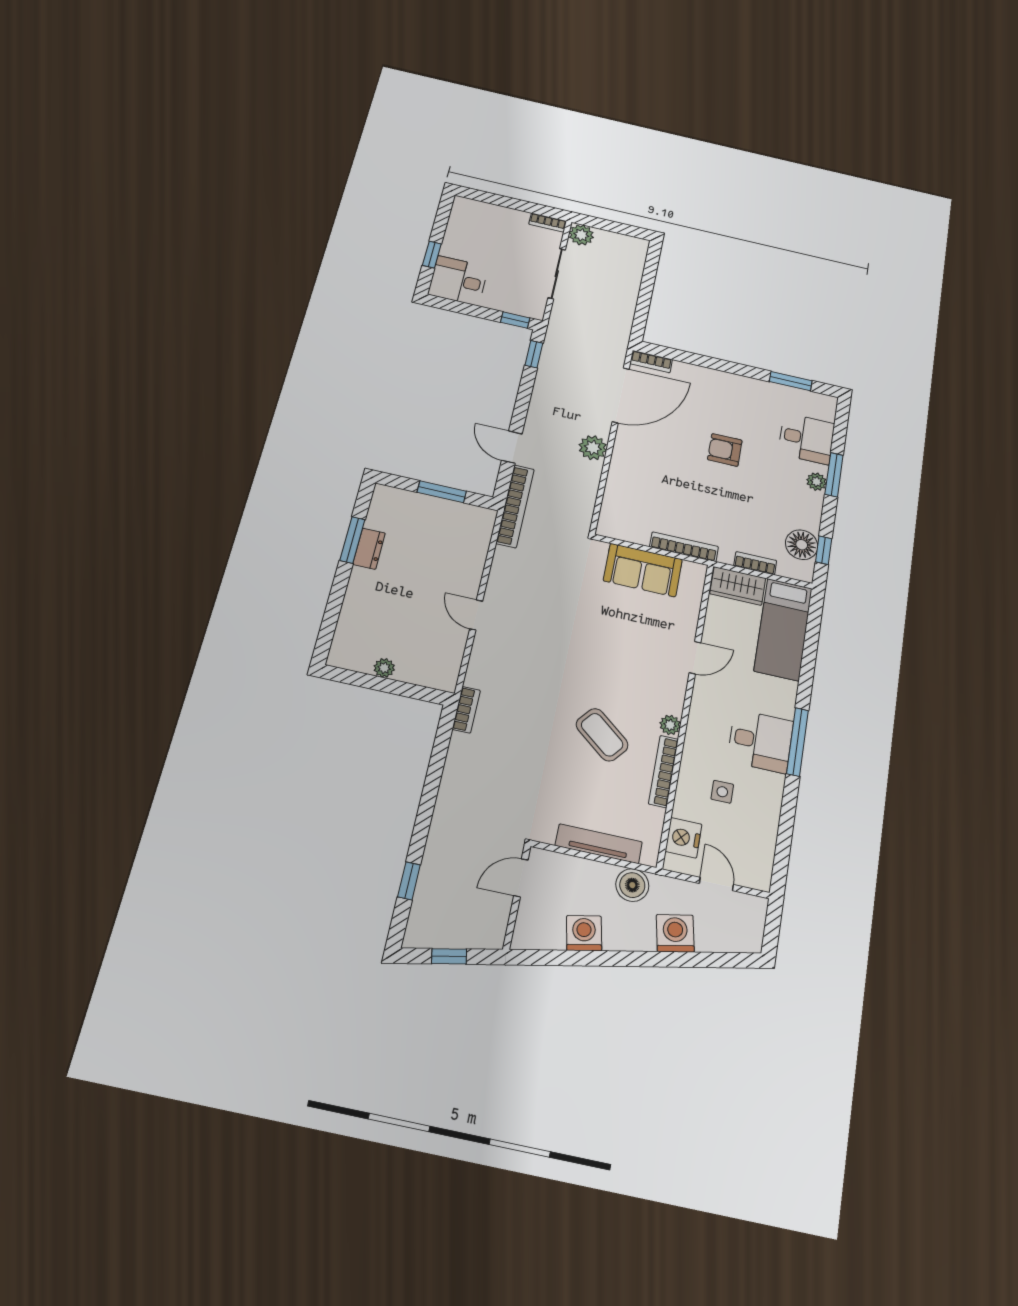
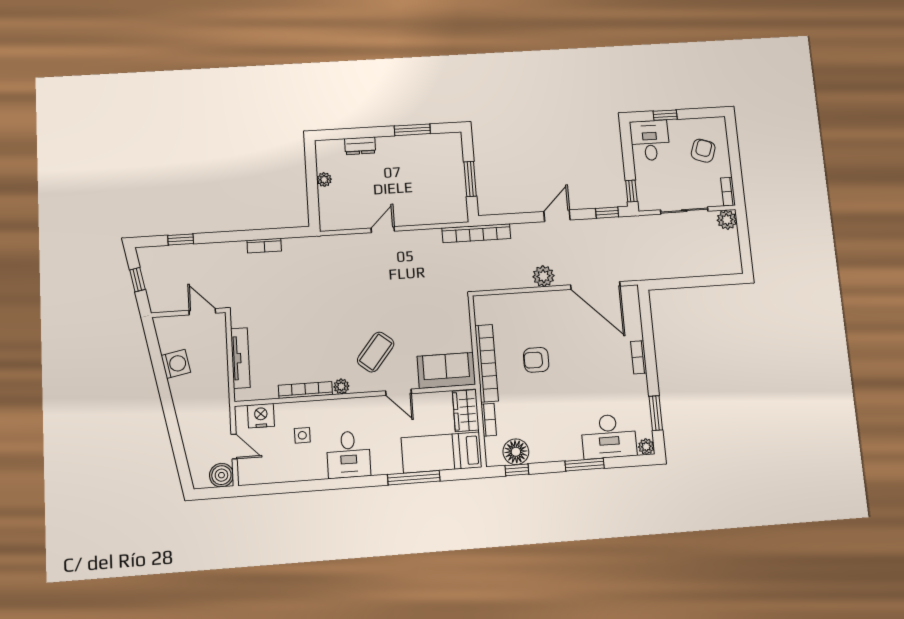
armchair: (489, 231) -> (703, 151), added
bookcase: (651, 362) -> (639, 357), moved
desk: (806, 439) -> (609, 436), width x1.37
door: (512, 447) -> (557, 216), moved
armchair: (725, 450) -> (536, 360), moved, turned -90
plant: (816, 482) -> (646, 447), moved
bookcase: (684, 547) -> (487, 363), width x1.48, depth x1.31
dresser: (369, 549) -> (360, 146), moved
sofa: (643, 570) -> (446, 370), moved, turned 90
bookcase: (466, 710) -> (264, 246), moved
coffee table: (602, 735) -> (376, 352), moved
window: (798, 742) -> (414, 478), moved
door: (716, 884) -> (234, 447), hinge flipped
boiler: (632, 885) -> (221, 475), moved
washing machine: (675, 933) -> (192, 426), removed

